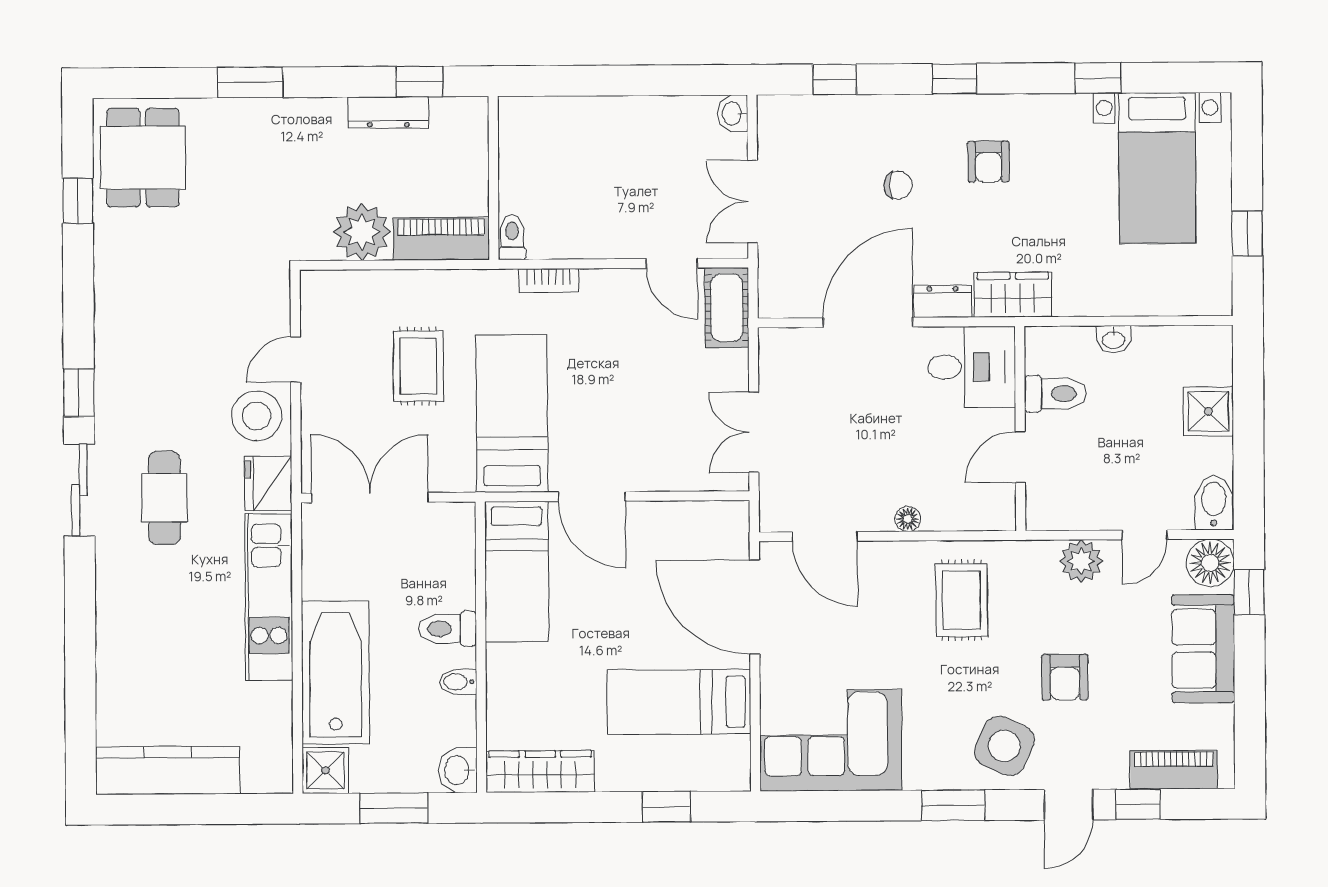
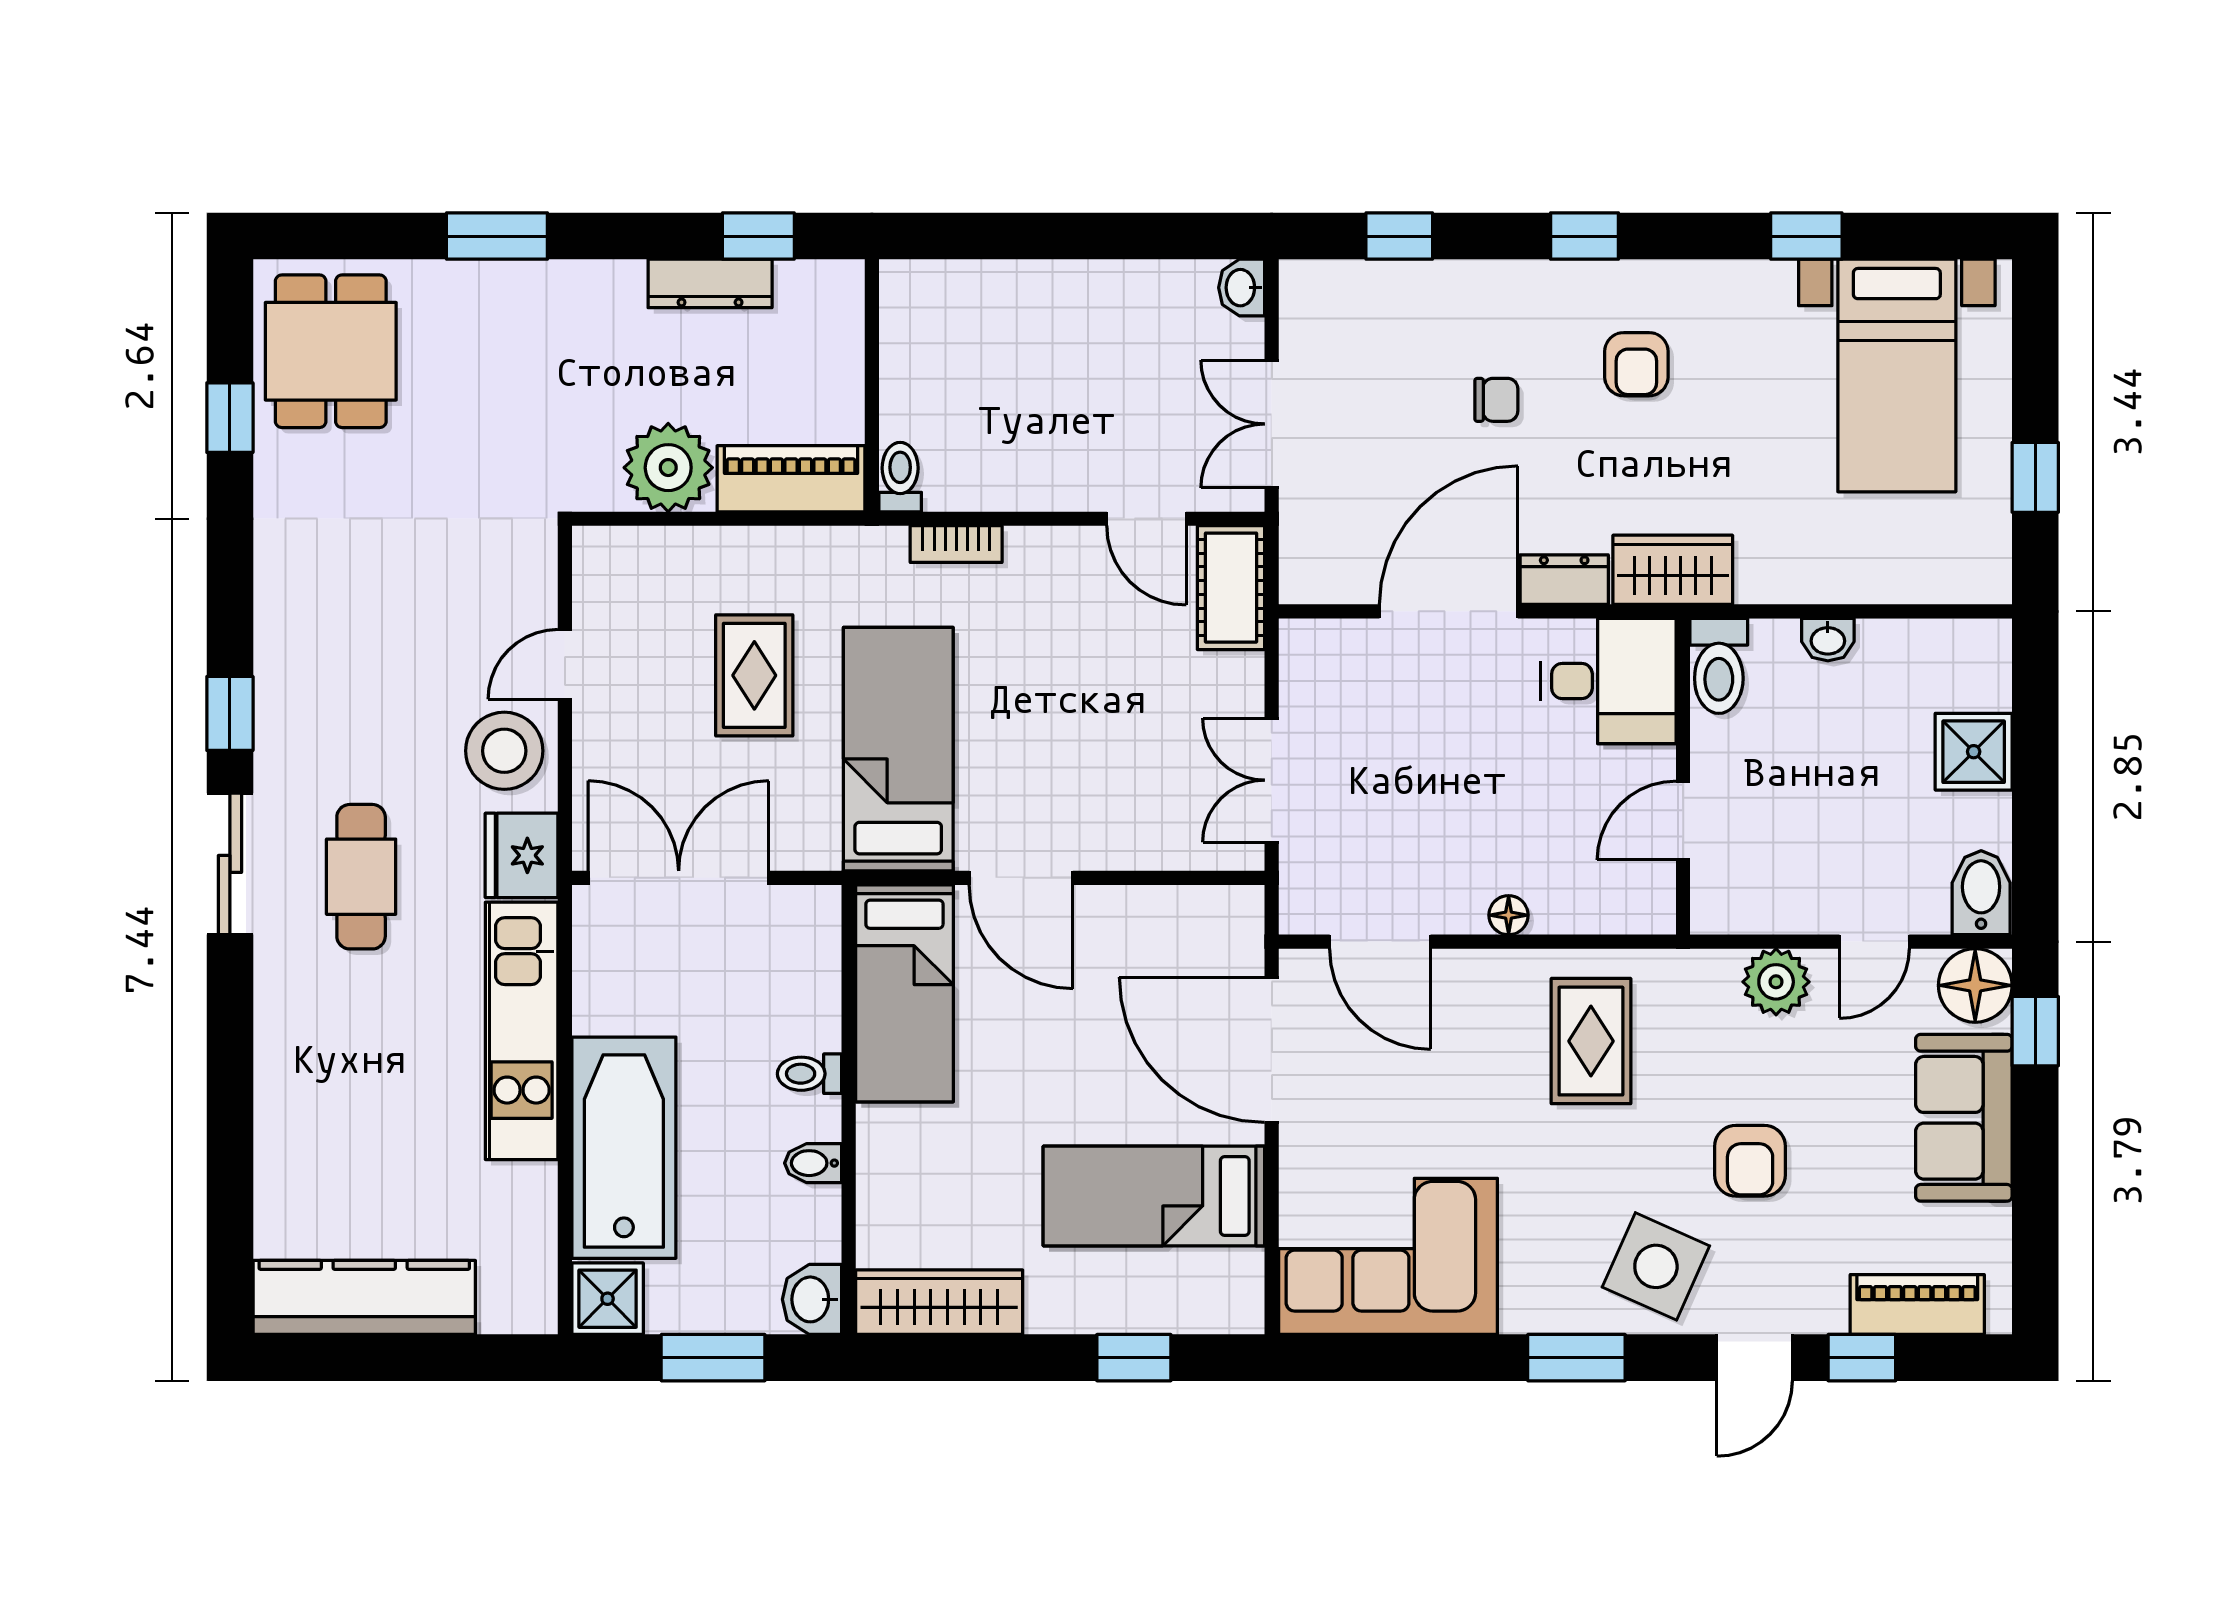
toilet: (1055, 394) -> (1719, 666), moved, turned 90
toilet: (447, 629) -> (810, 1074), width x0.73, depth x0.72

